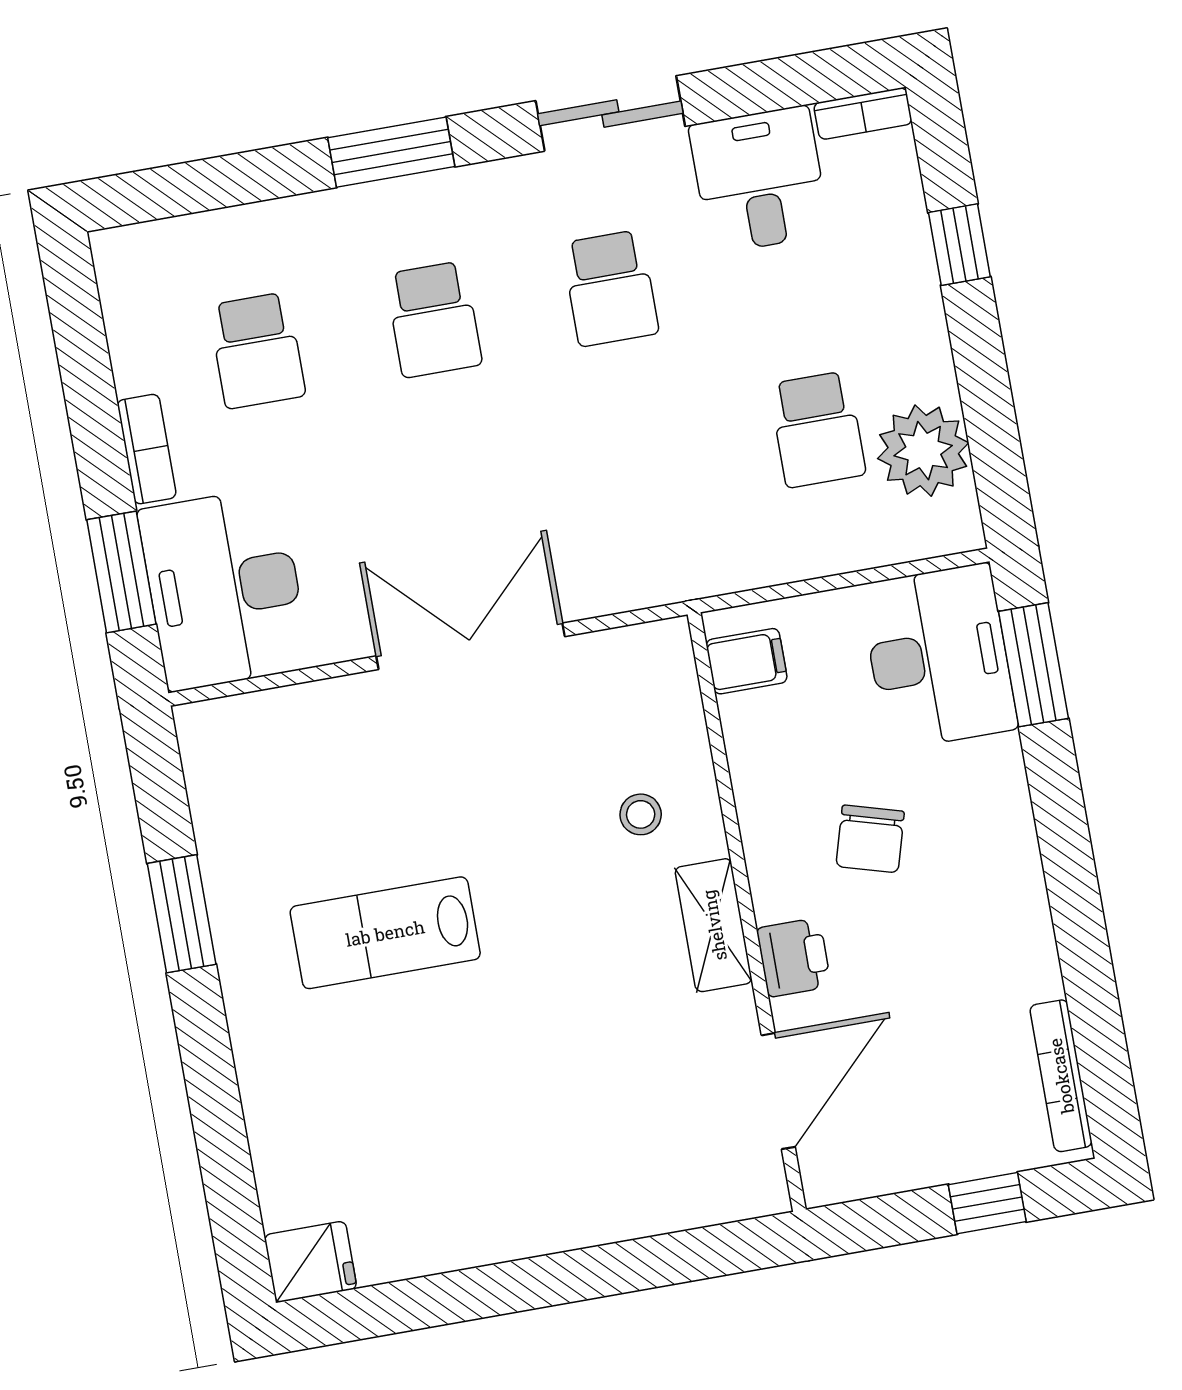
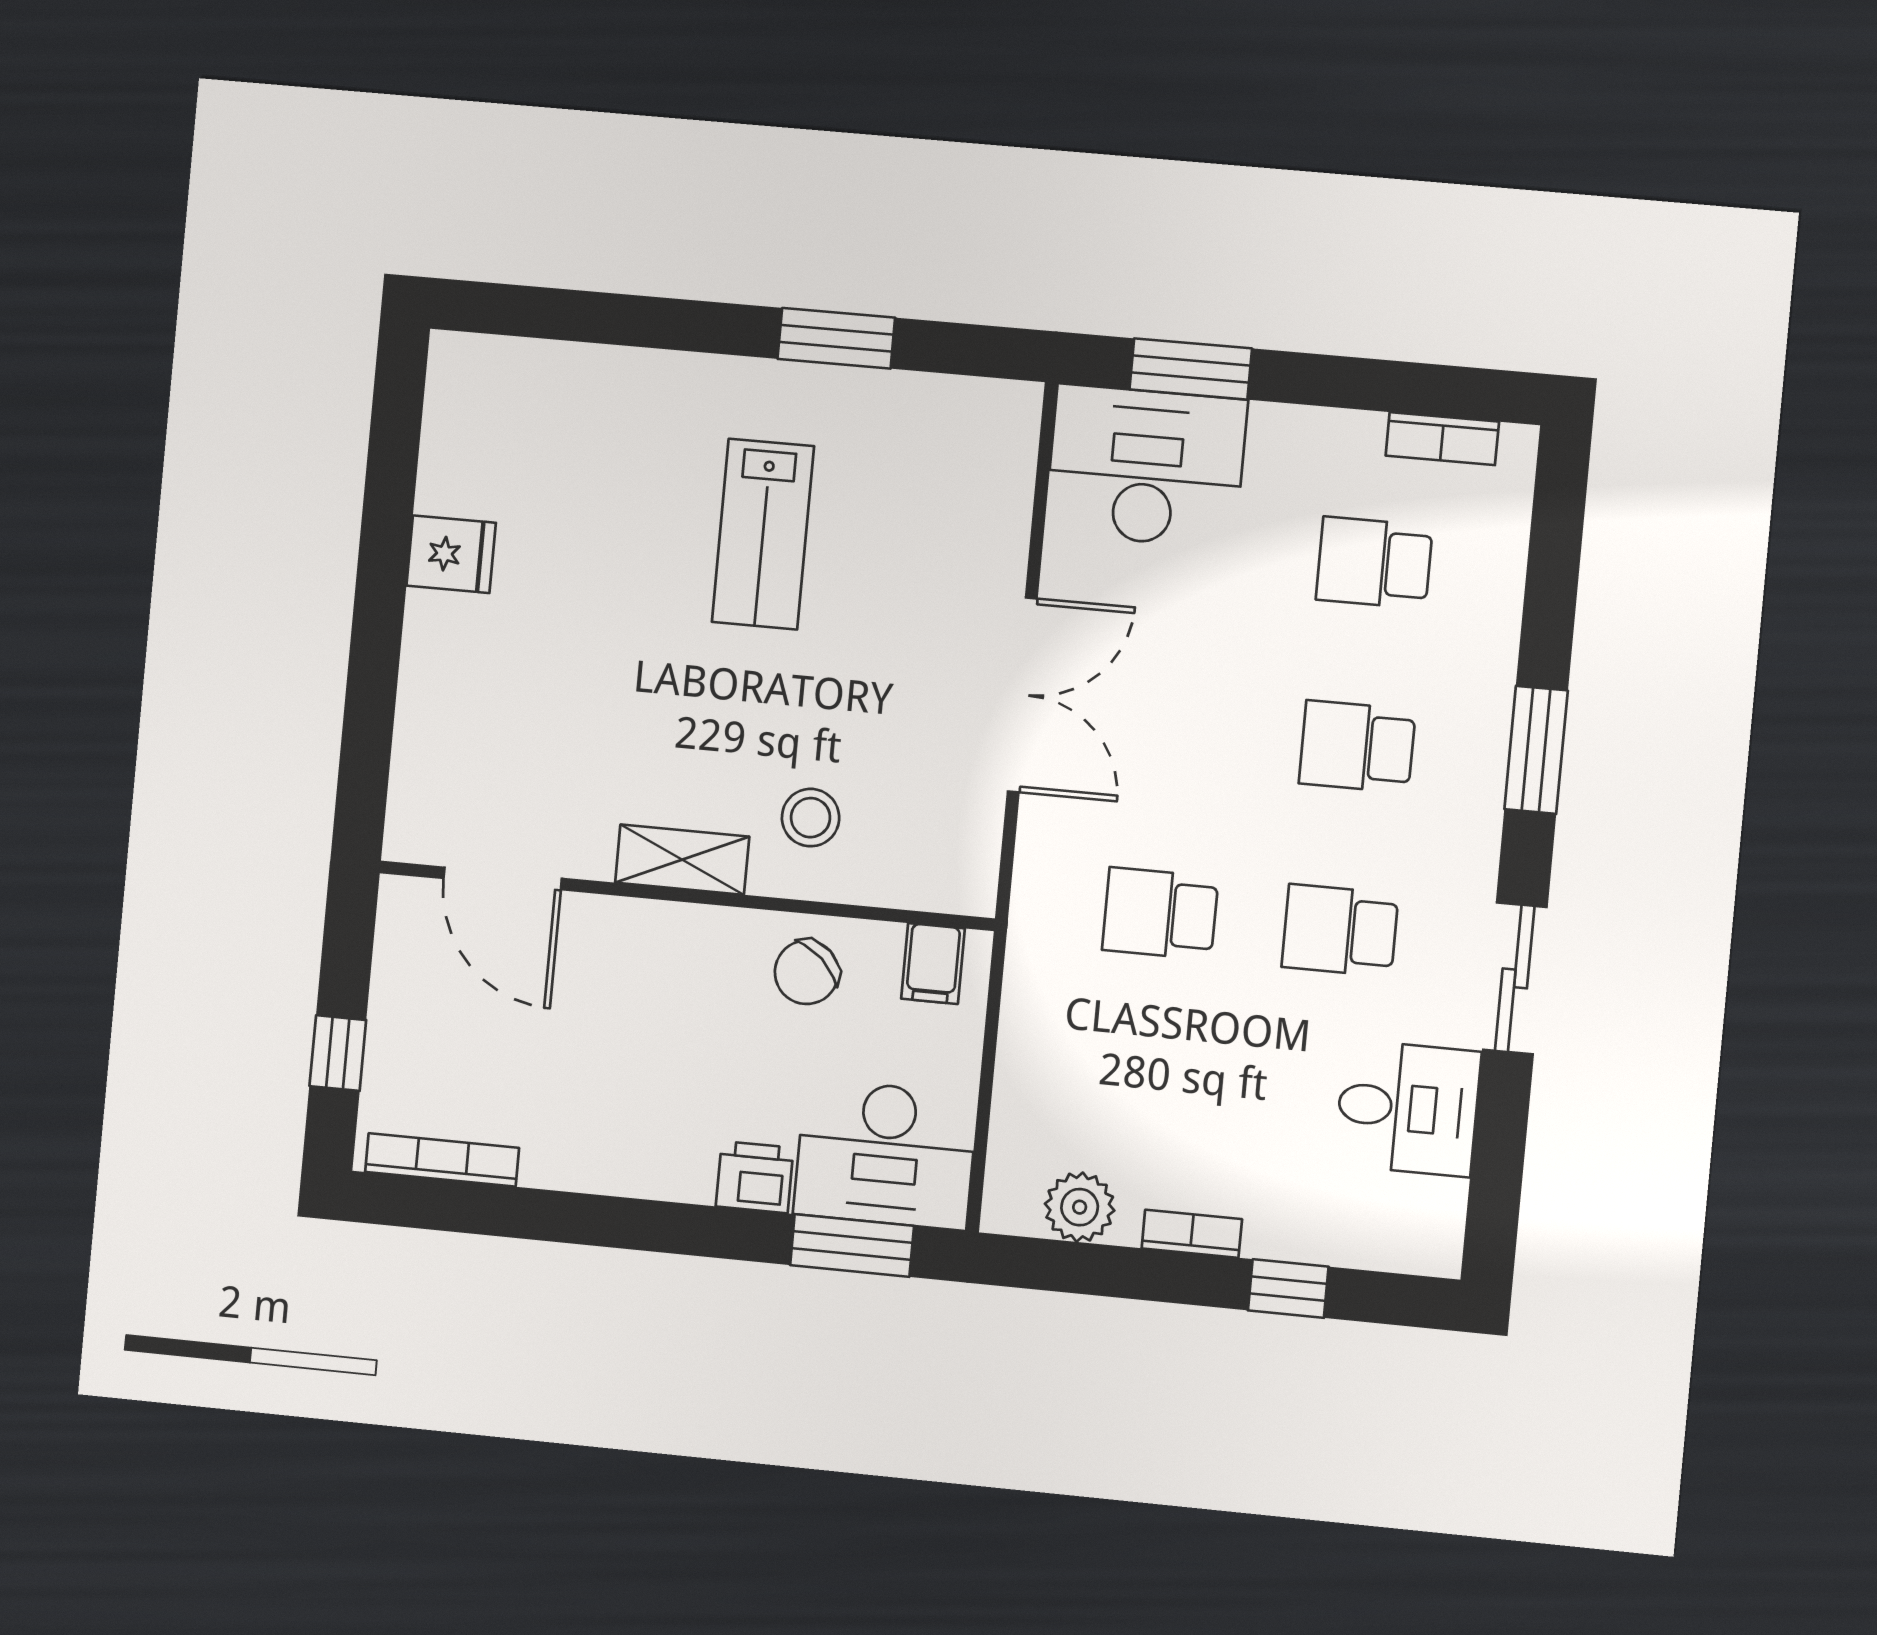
bookcase: (863, 113) -> (1192, 1234), moved, turned 90
school desk: (817, 429) -> (1160, 914), moved
bookcase: (147, 449) -> (1442, 439), moved
plant: (923, 451) -> (1080, 1207), width x0.73, depth x0.73
stool: (641, 814) -> (811, 818), width x1.37, depth x1.37
chair: (870, 839) -> (807, 972), moved, turned -63
lab bench: (385, 933) -> (763, 534), turned 180
printer: (794, 957) -> (755, 1177), moved, turned 180
fridge: (310, 1262) -> (451, 554), moved, turned -90

